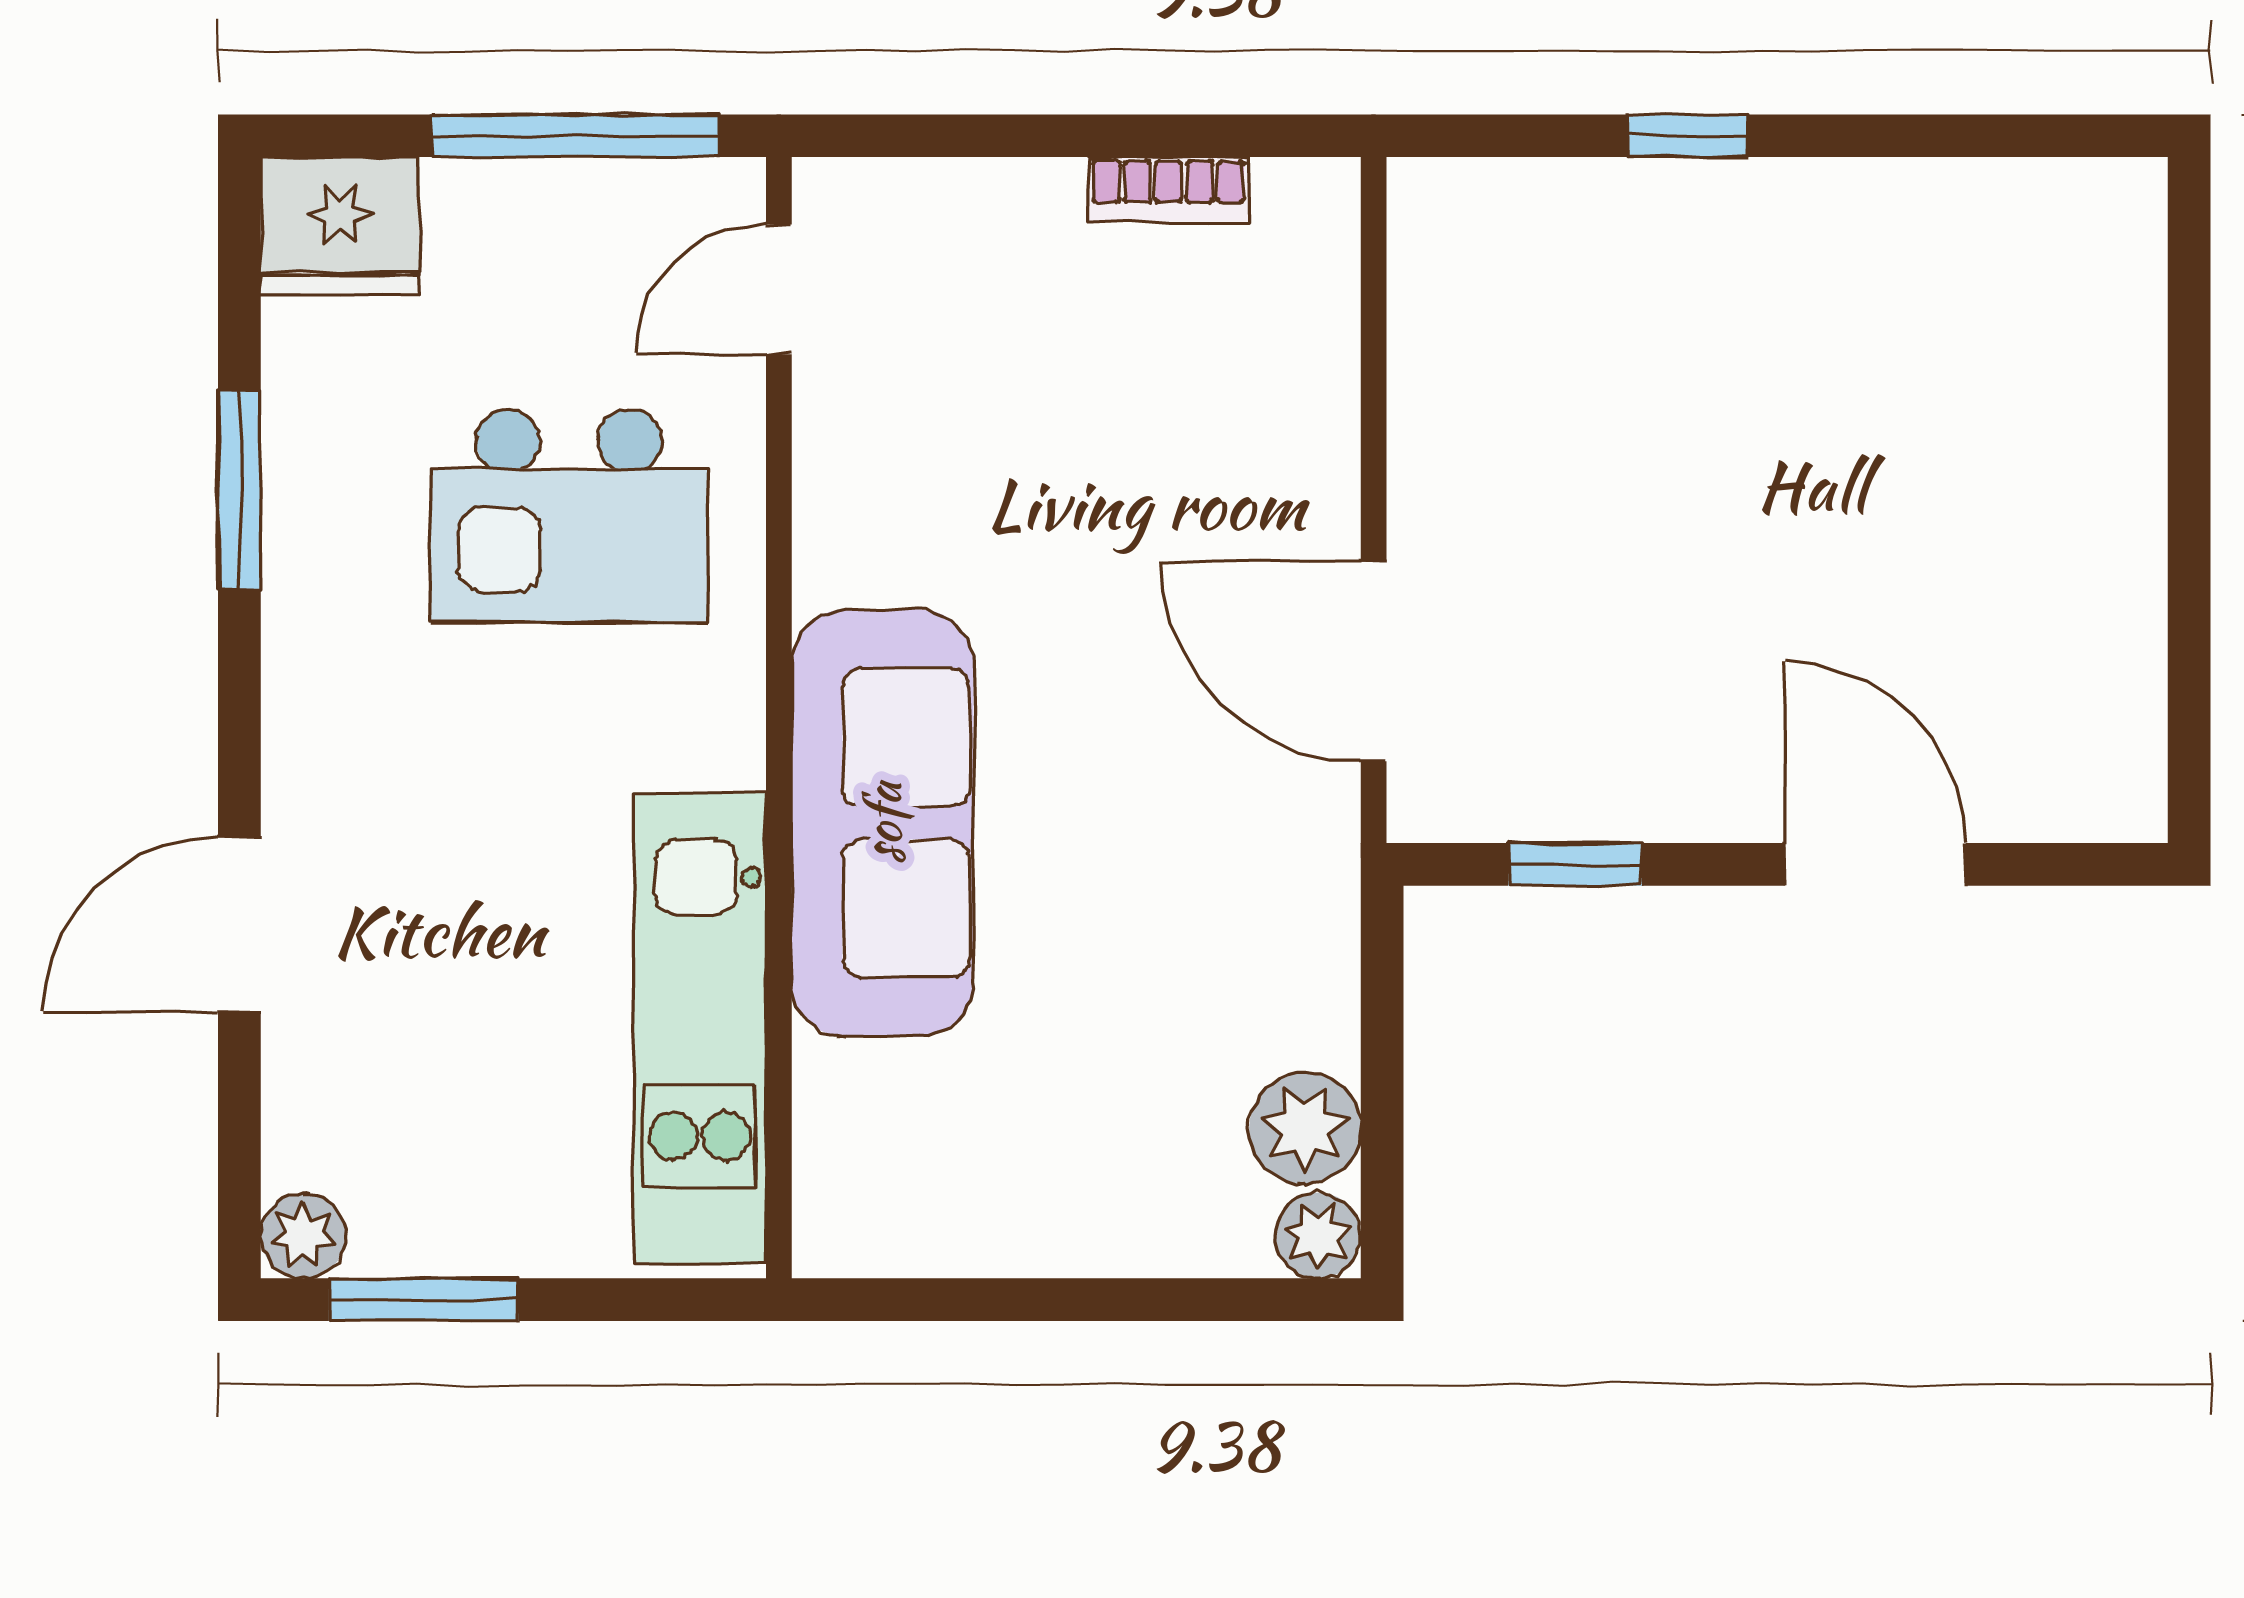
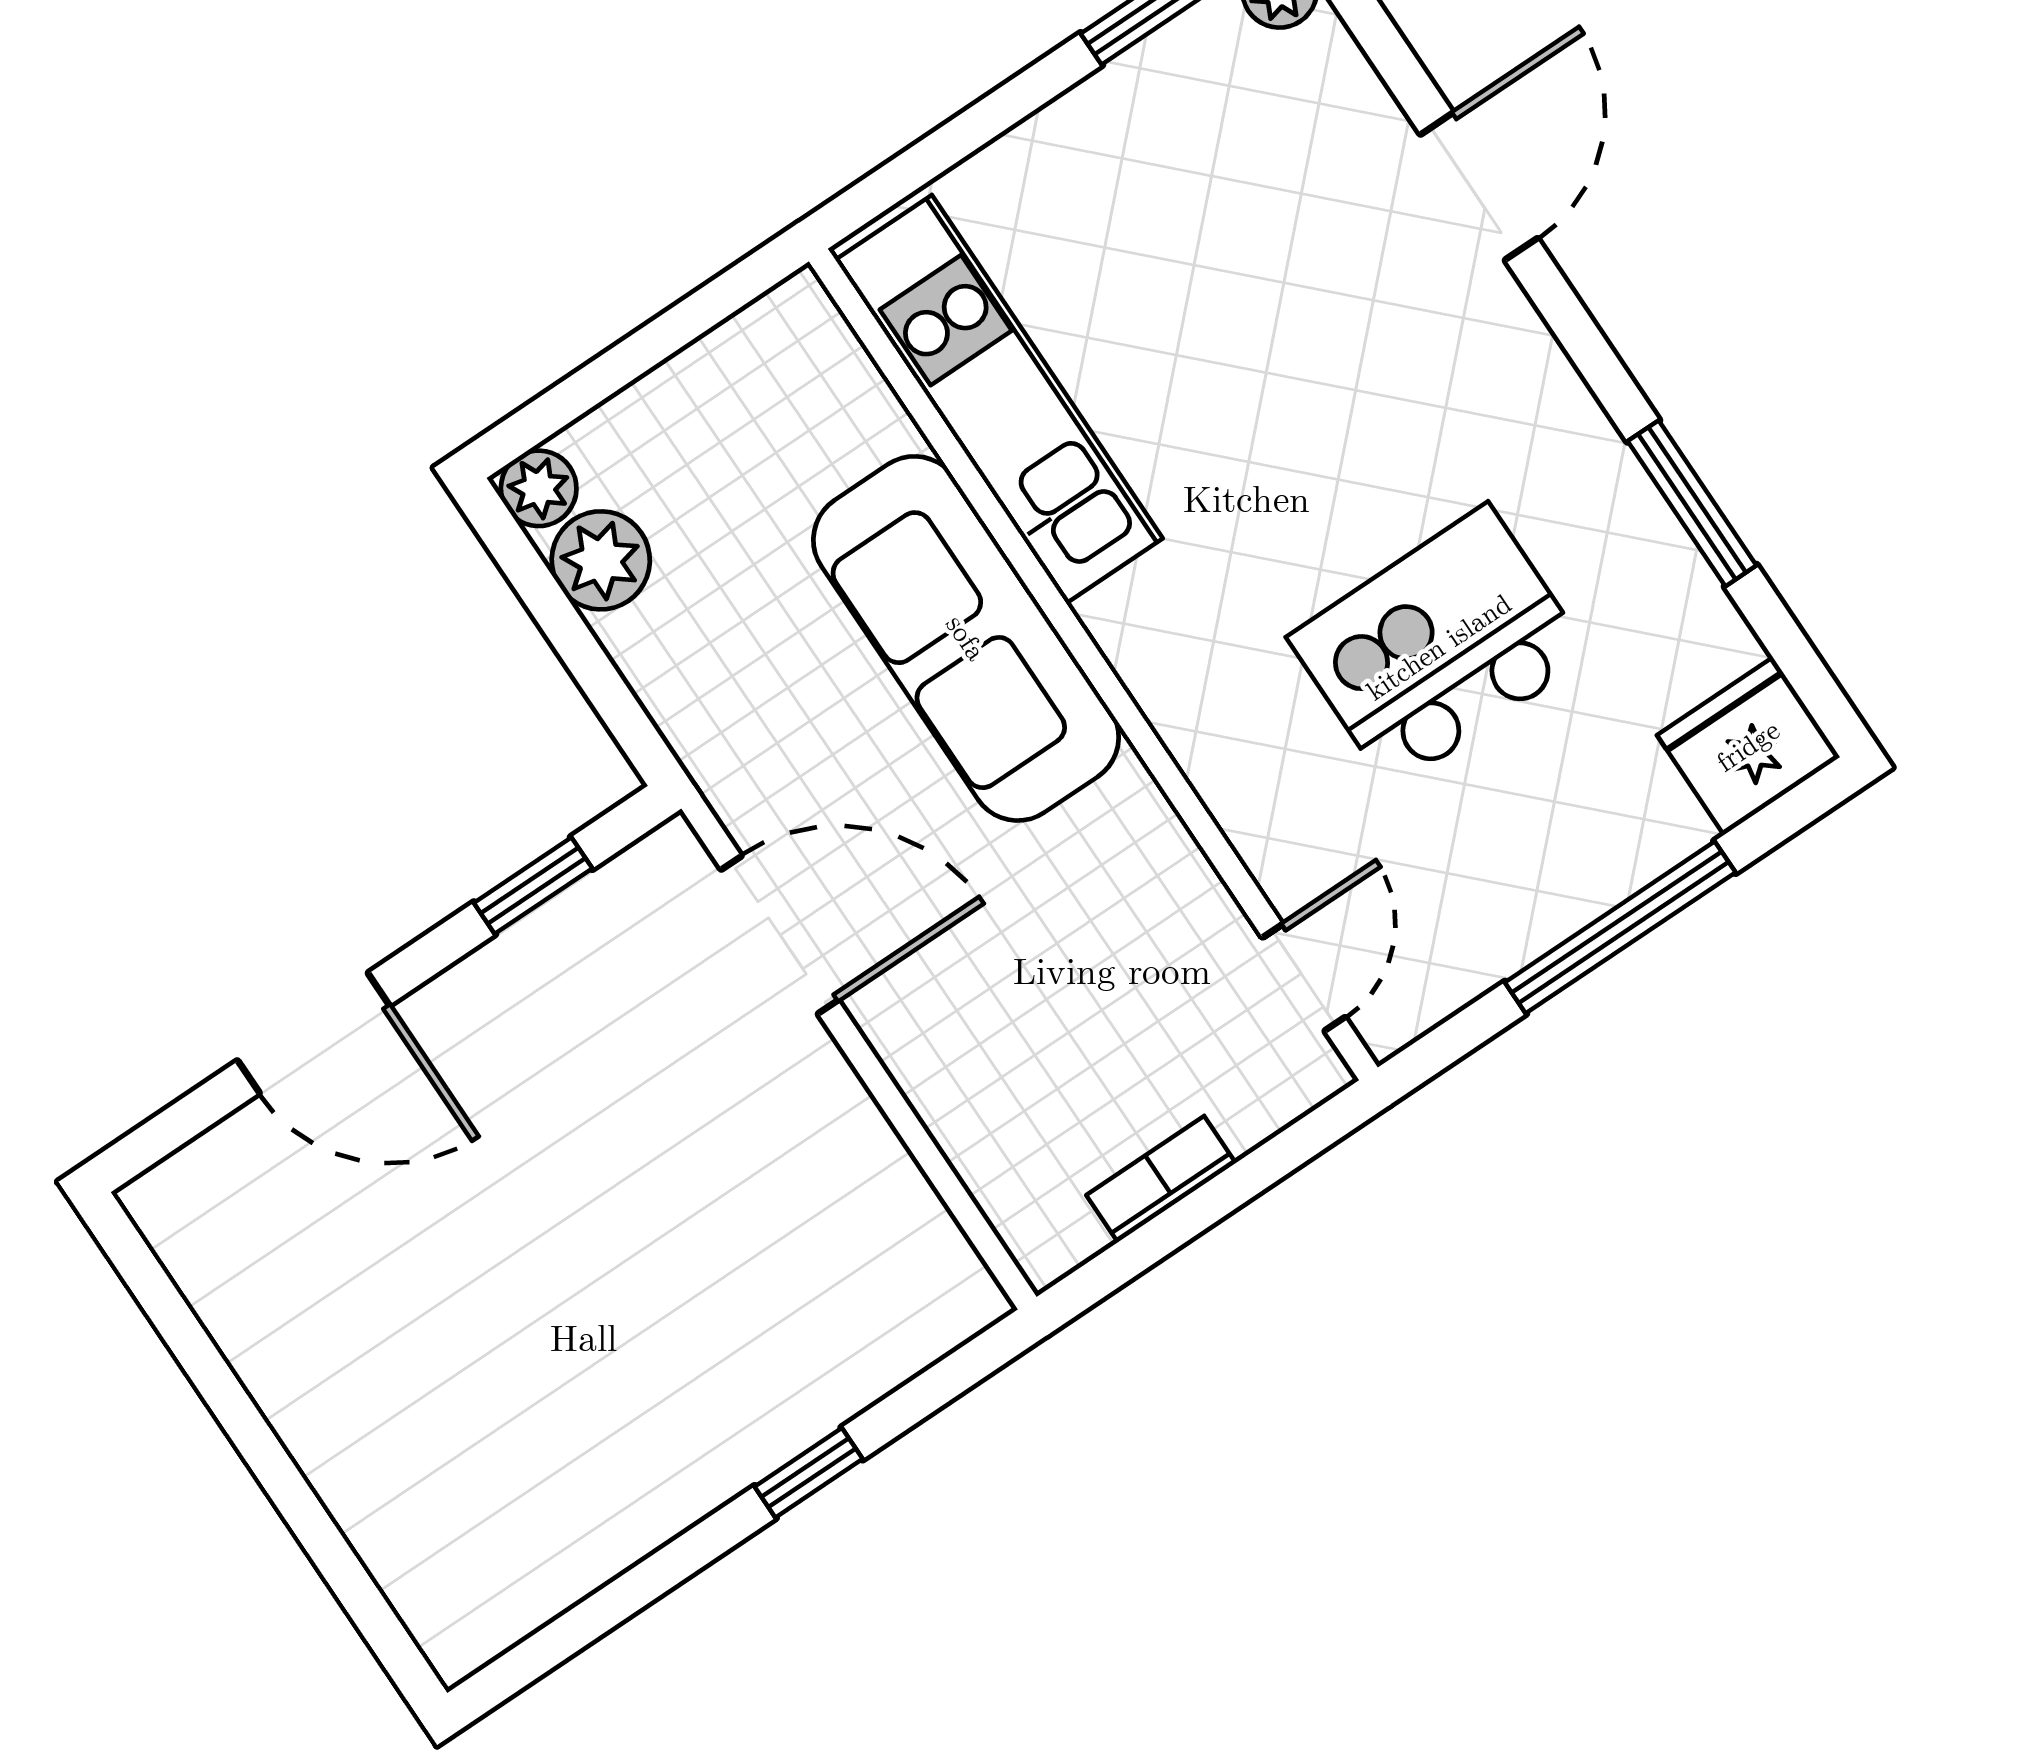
door: (779, 289) -> (1304, 977), moved
wall: (779, 718) -> (1093, 664), moved
sofa: (882, 823) -> (966, 638), moved
kitchen unit: (700, 1028) -> (999, 399), moved

